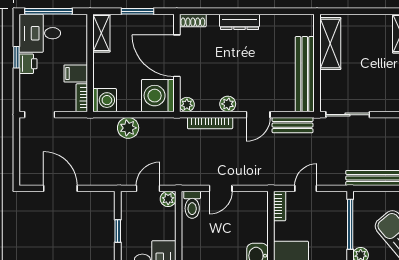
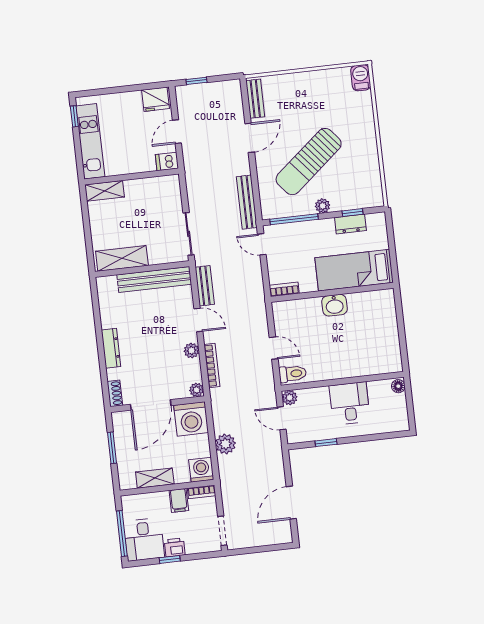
shelving: (101, 33) -> (155, 478), moved
door: (306, 188) -> (262, 244), moved

